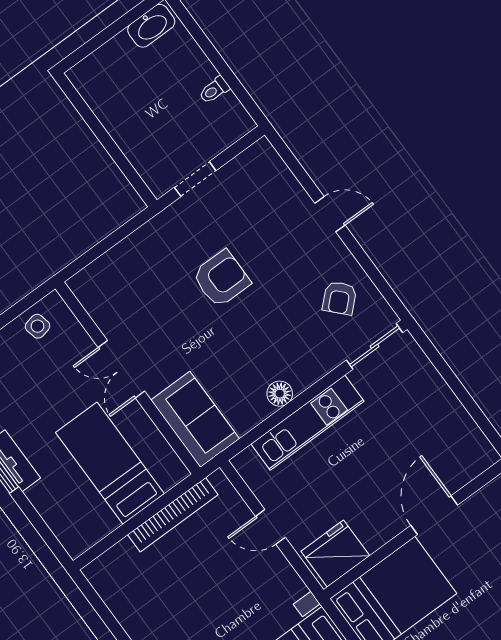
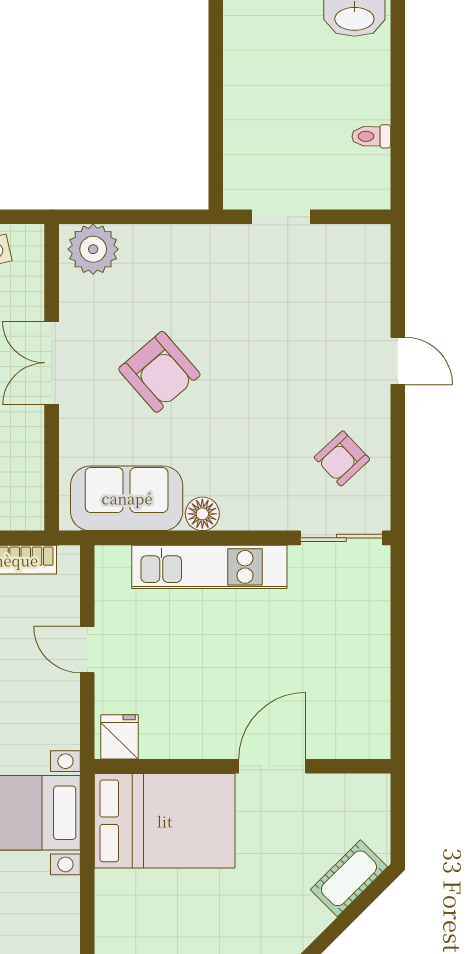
armchair: (221, 279) -> (159, 372), moved, turned 49
plant: (96, 282) -> (93, 249), added
sofa: (195, 419) -> (127, 498), moved, turned -90
fridge: (335, 553) -> (119, 737), width x0.53, depth x0.75

